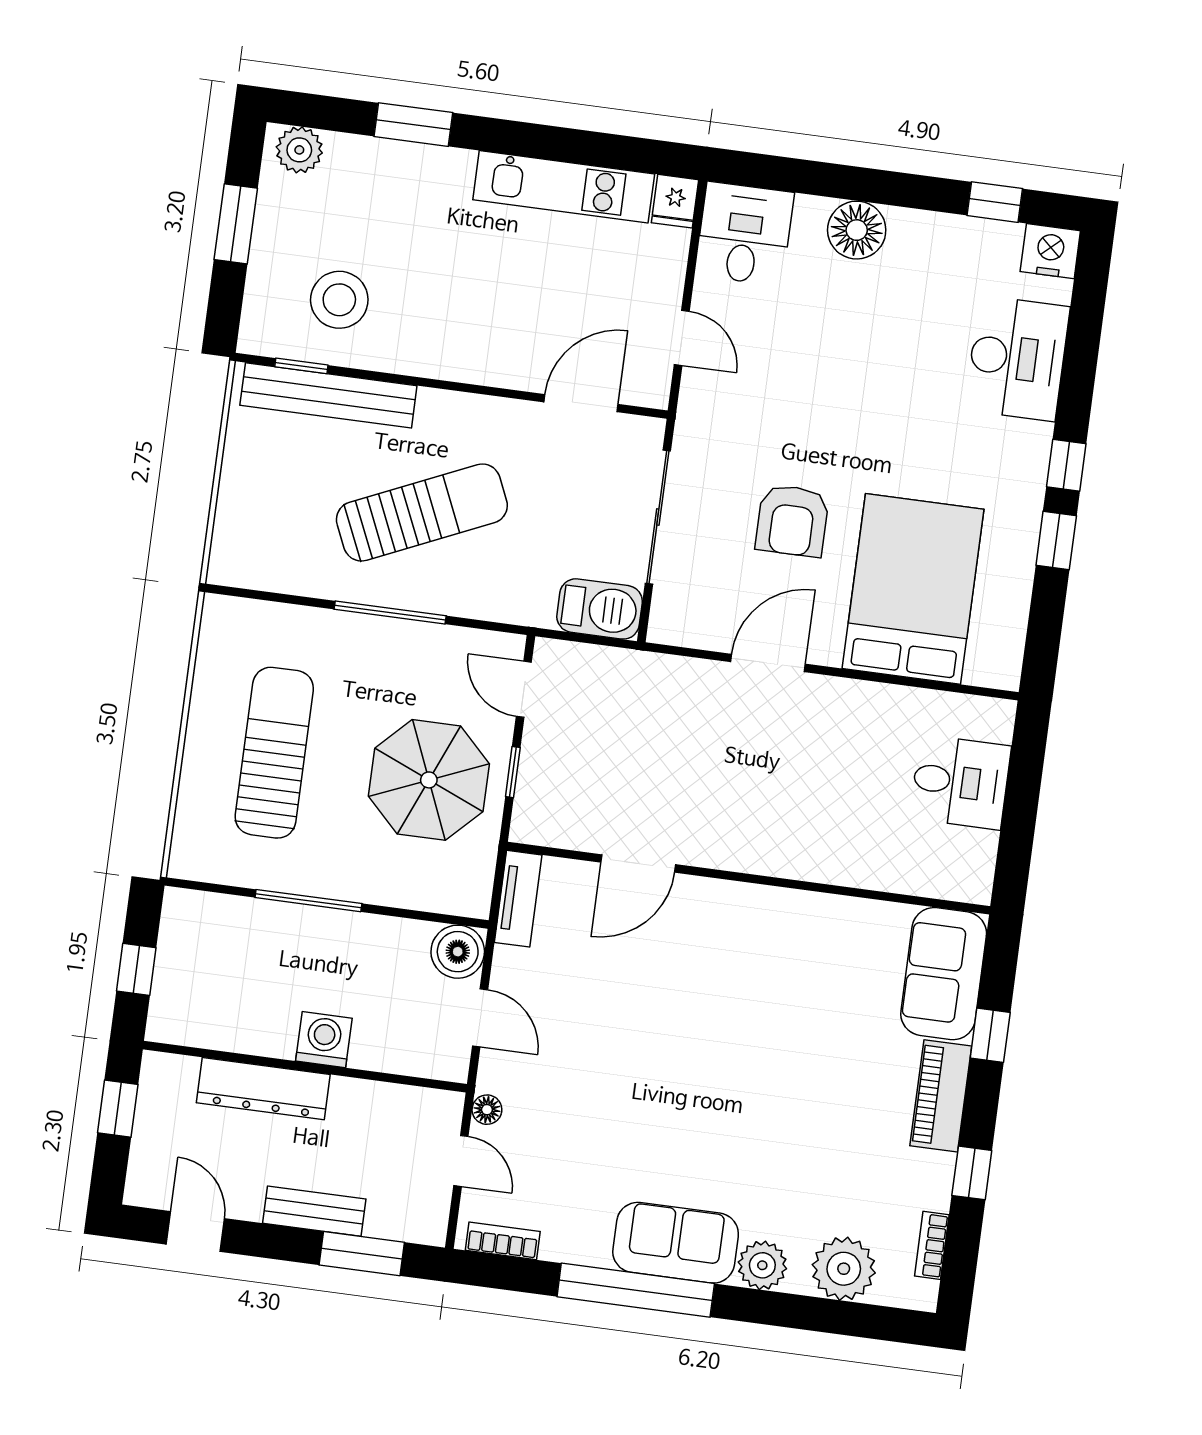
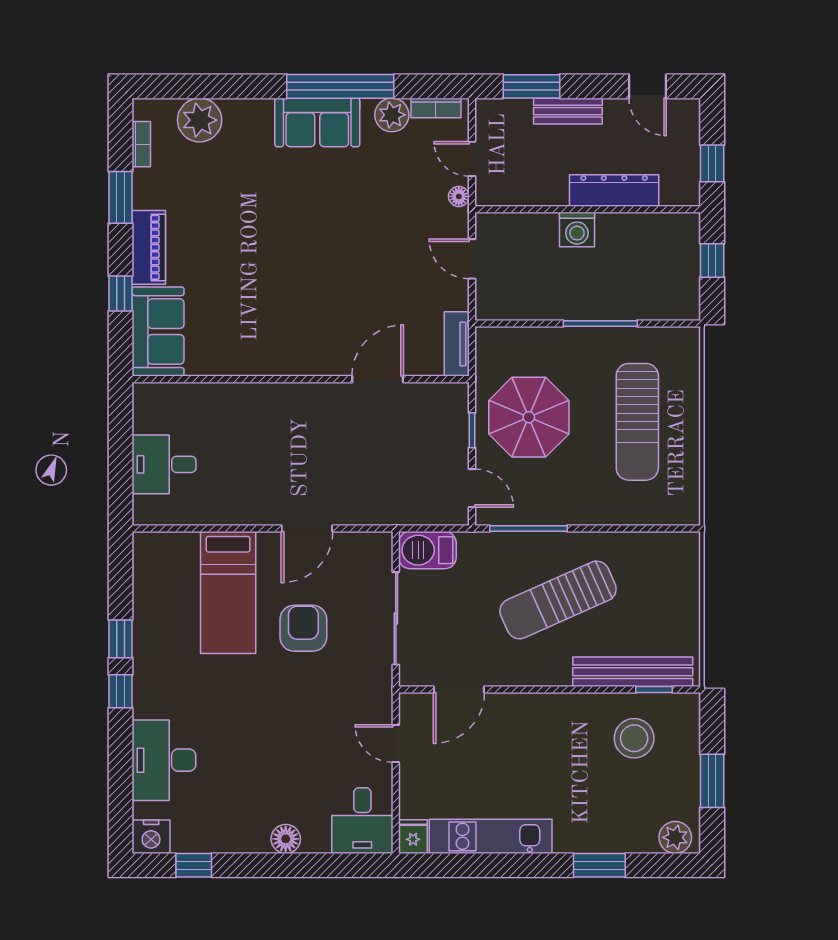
floor lamp: (857, 230) -> (286, 839), width x0.73, depth x0.73
bed: (913, 589) -> (228, 593), width x0.67
window: (390, 613) -> (528, 528), moved
boiler: (458, 952) -> (493, 302), removed
window: (972, 1173) -> (121, 197), width x1.50
plant: (762, 1265) -> (392, 115), moved

